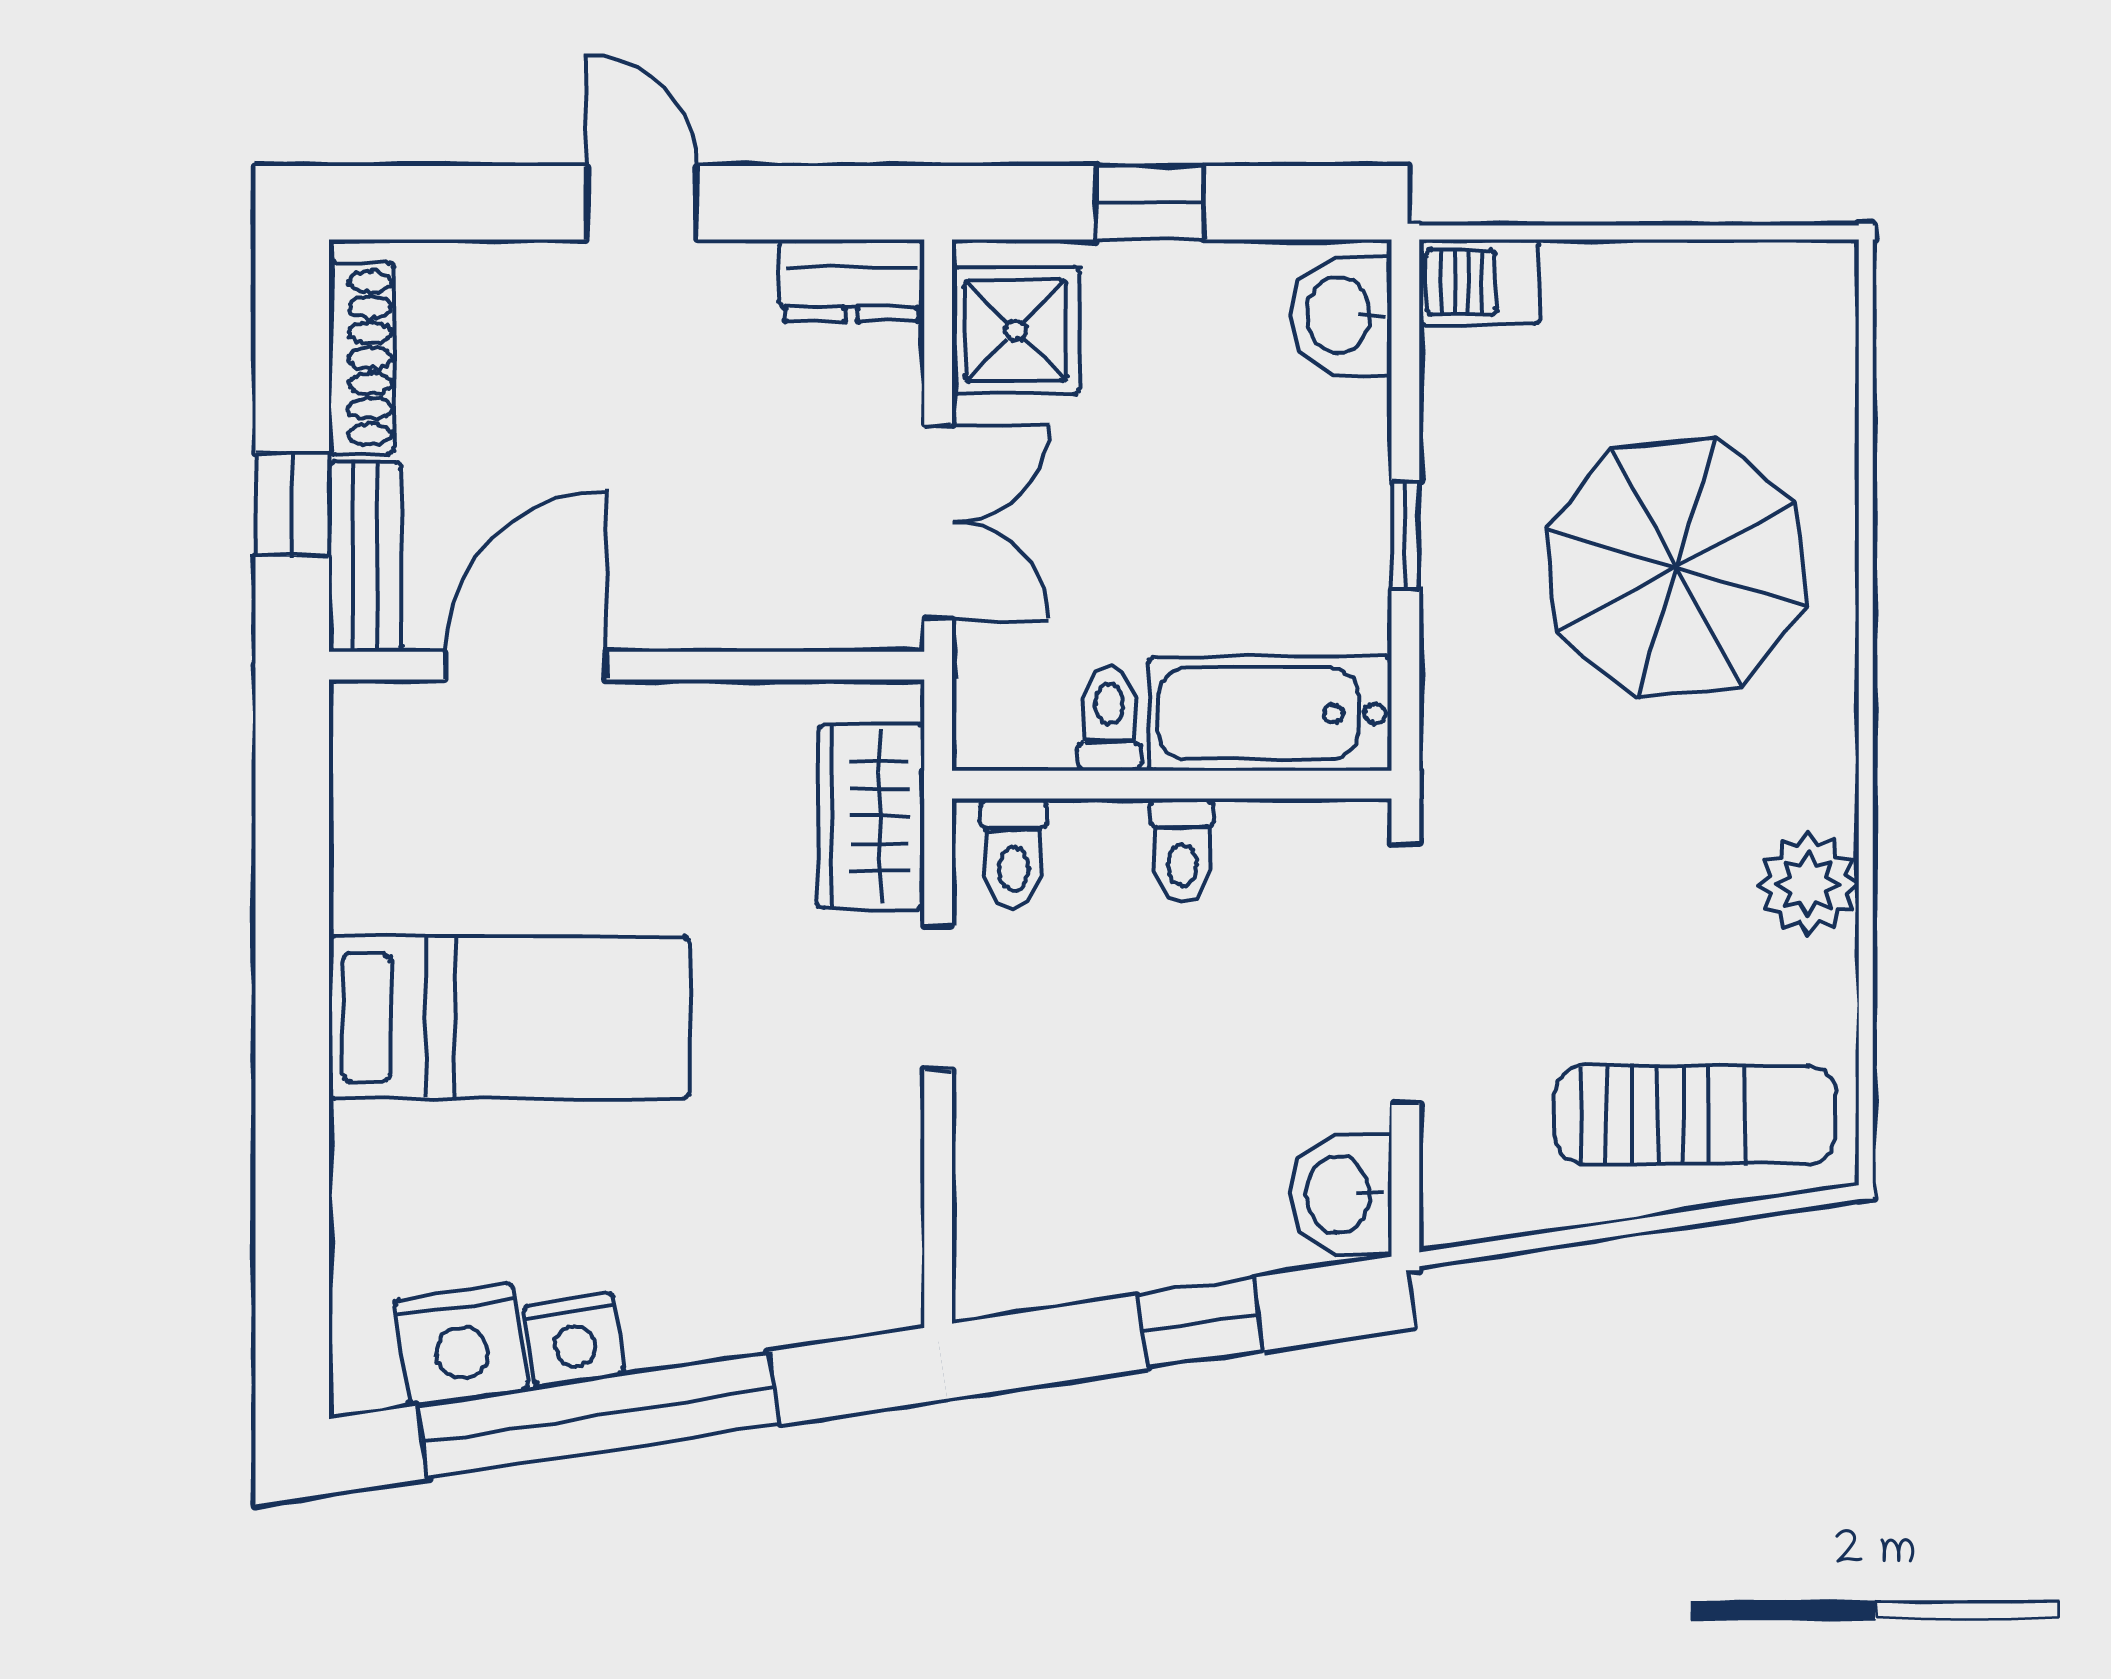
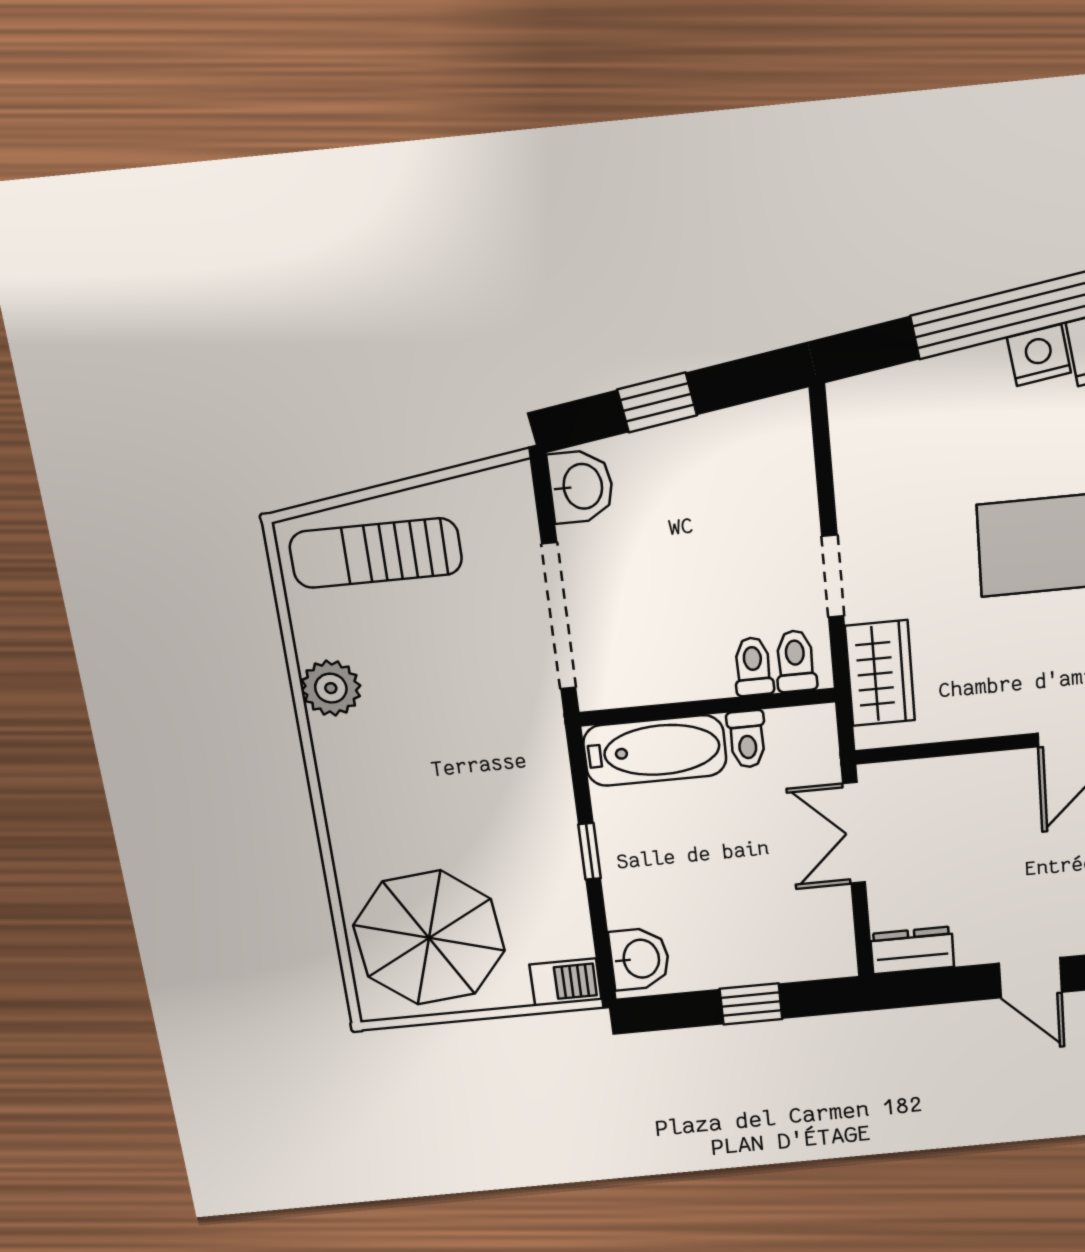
shower: (1016, 330) -> (819, 934), removed
parasol: (1677, 568) -> (429, 938), moved
toilet: (1182, 851) -> (753, 667), moved

